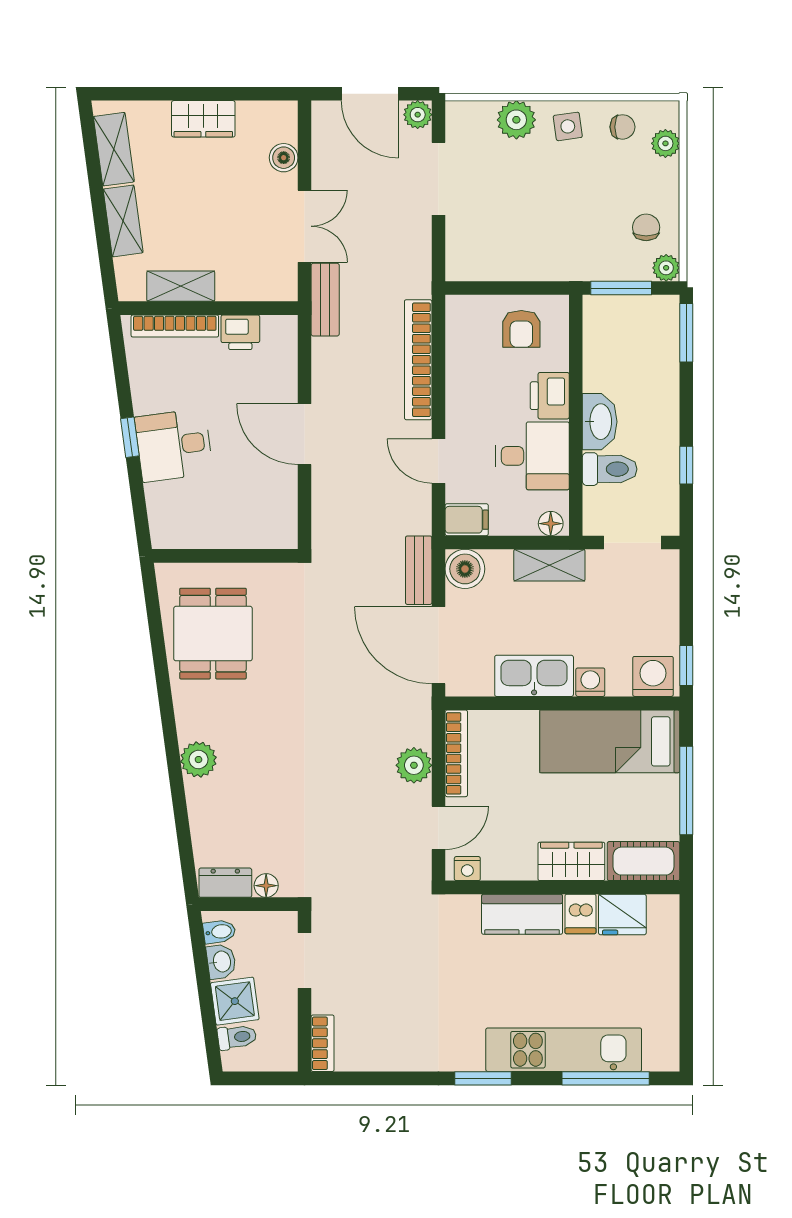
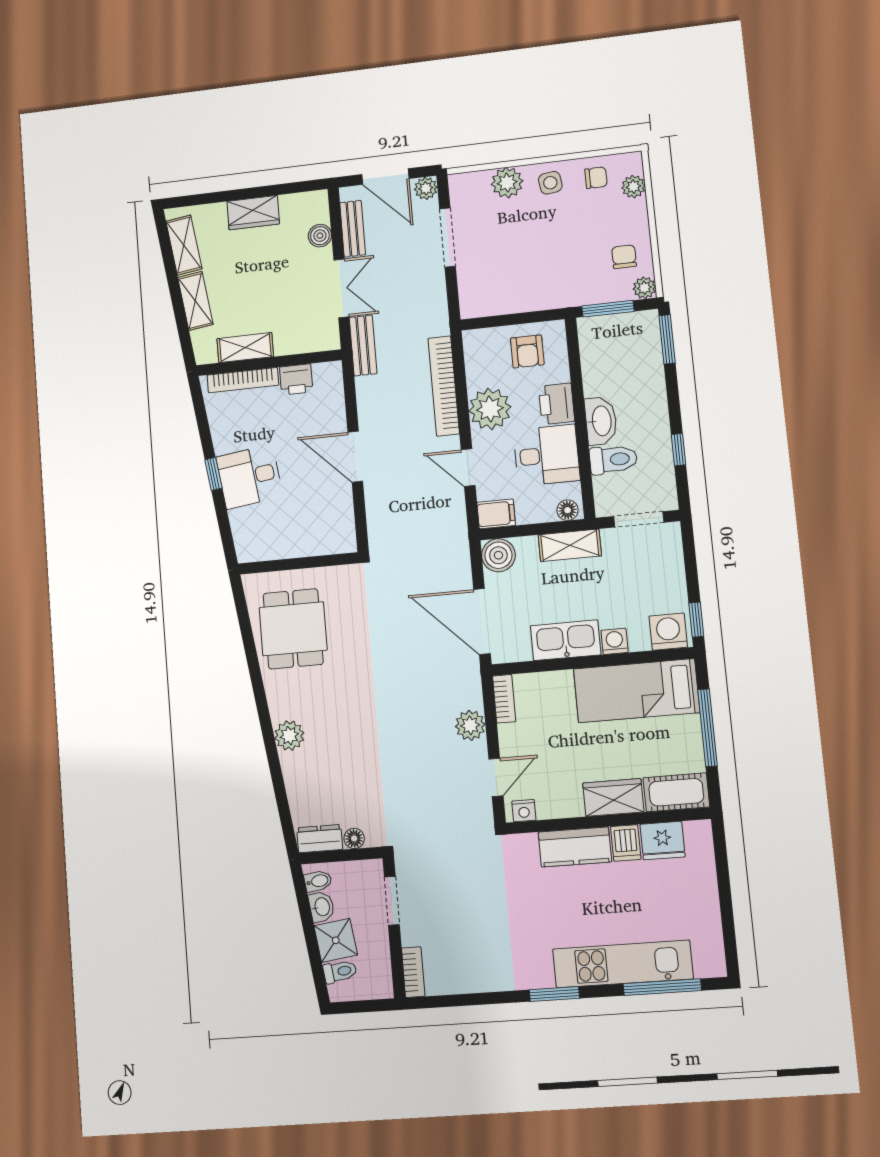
plant: (471, 393) -> (490, 409), added
bench: (419, 570) -> (353, 229), moved
bookcase: (456, 753) -> (504, 699), width x0.64

